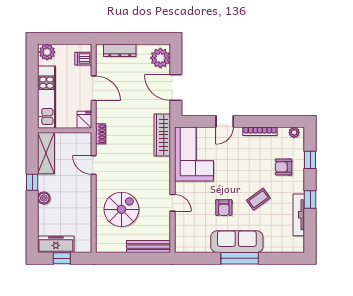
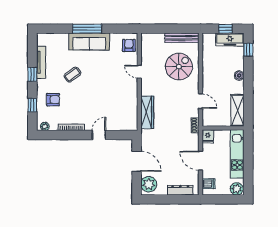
wardrobe: (162, 135) -> (147, 112), moved
corner sofa: (194, 154) -> (123, 110), removed
window: (32, 182) -> (248, 50), moved
armchair: (224, 208) -> (129, 45), moved
spiral stairs: (121, 209) -> (179, 67), turned 180
bench: (149, 247) -> (182, 38), moved

